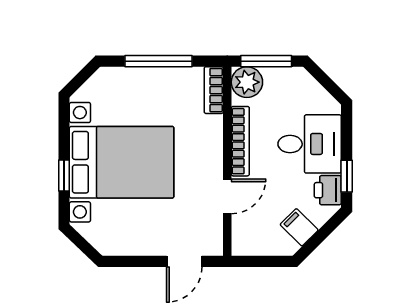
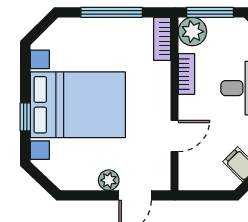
bookcase: (240, 141) -> (186, 74), width x0.64
plant: (155, 245) -> (109, 180), added

